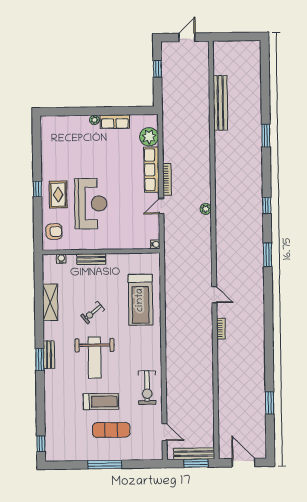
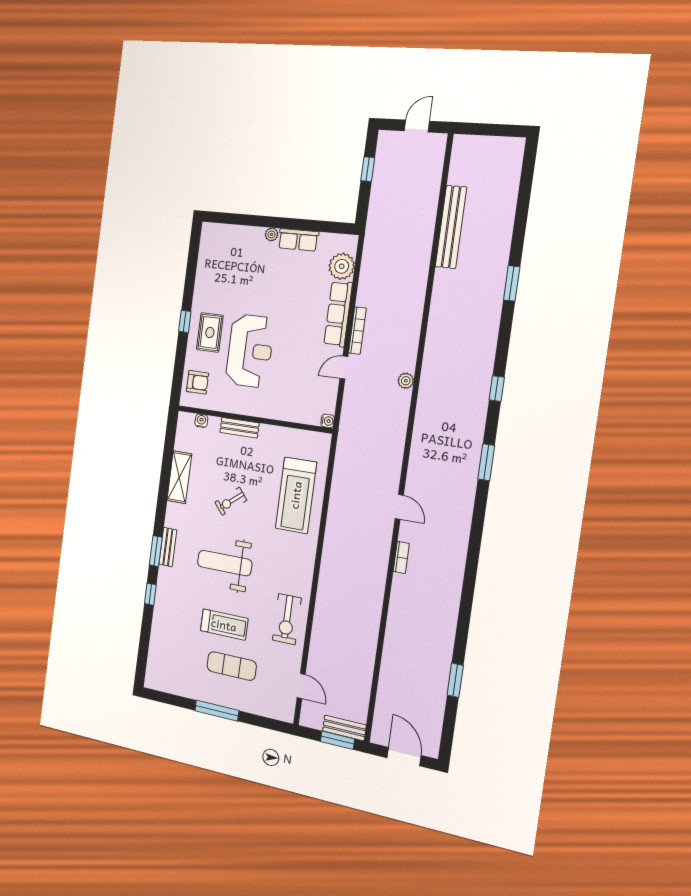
weight bench: (95, 358) -> (225, 563), turned 90
window: (41, 444) -> (150, 594), moved
bench: (194, 454) -> (344, 728), width x0.73

